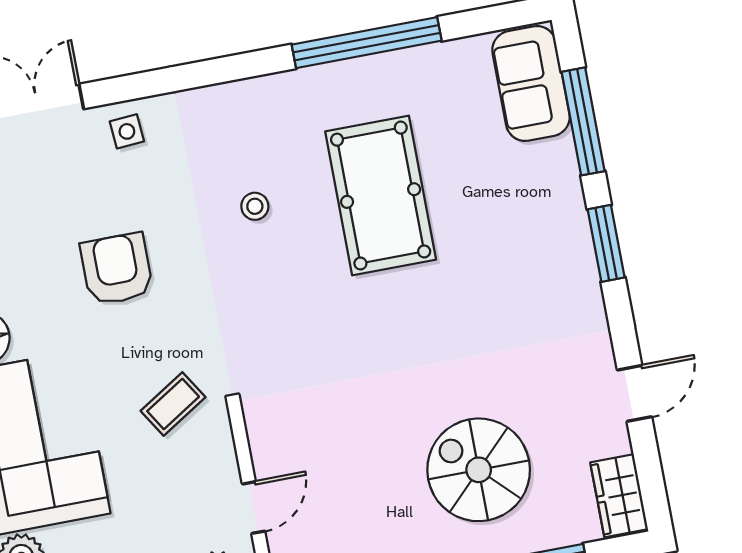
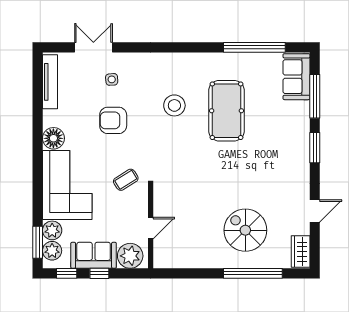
window: (367, 43) -> (254, 47), moved
side table: (127, 131) -> (112, 79), moved
stool: (255, 206) -> (174, 105), width x1.89, depth x1.89
armchair: (117, 269) -> (113, 120), turned -90

